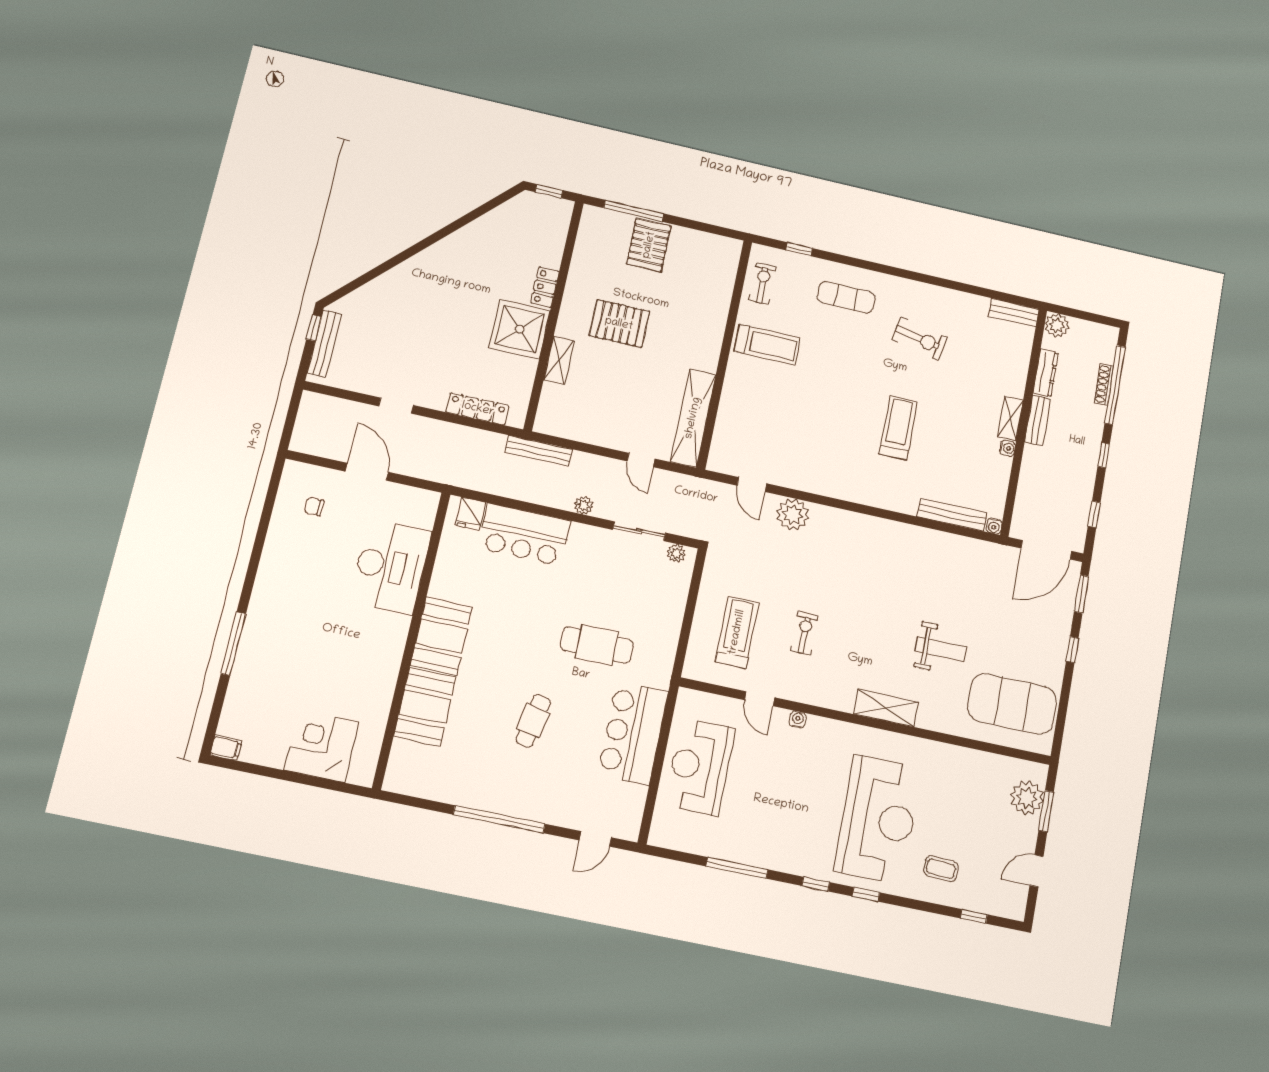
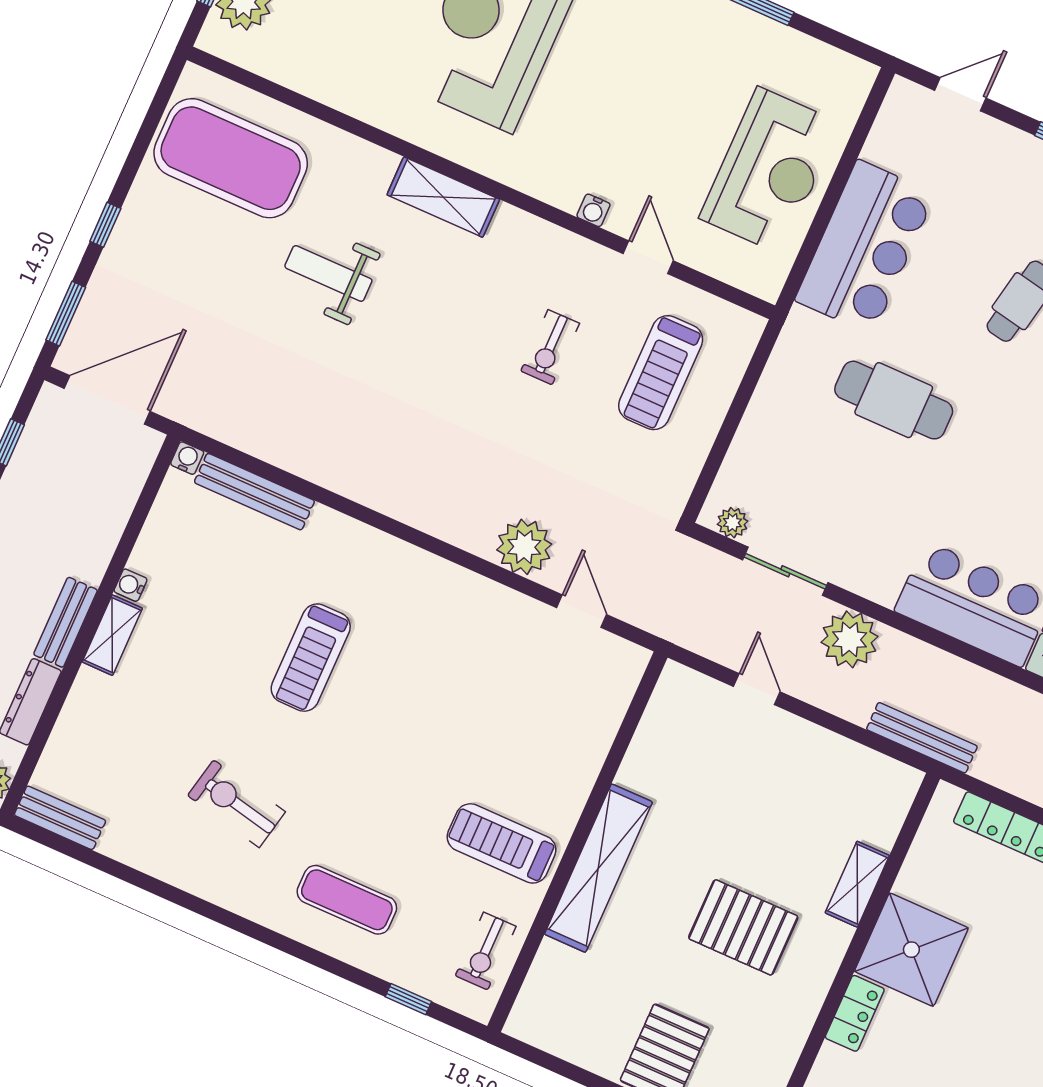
shelving: (693, 418) -> (598, 868), moved
plant: (584, 505) -> (850, 639), width x1.87, depth x1.87

